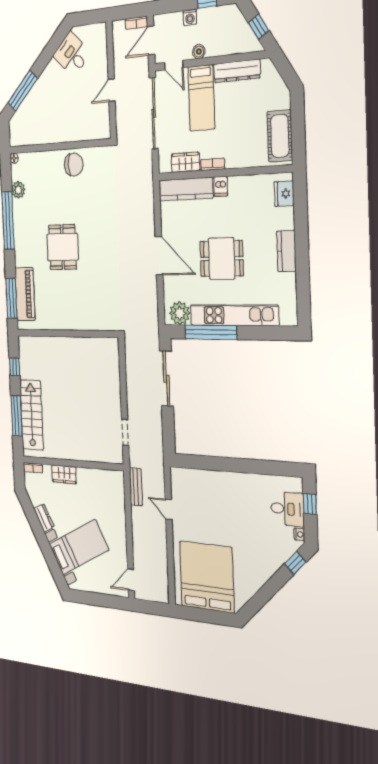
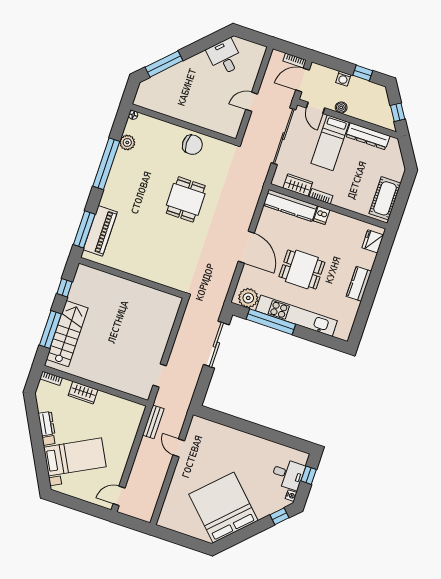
dining table: (63, 247) -> (186, 199), moved
bed: (207, 577) -> (223, 507), moved, turned -45

